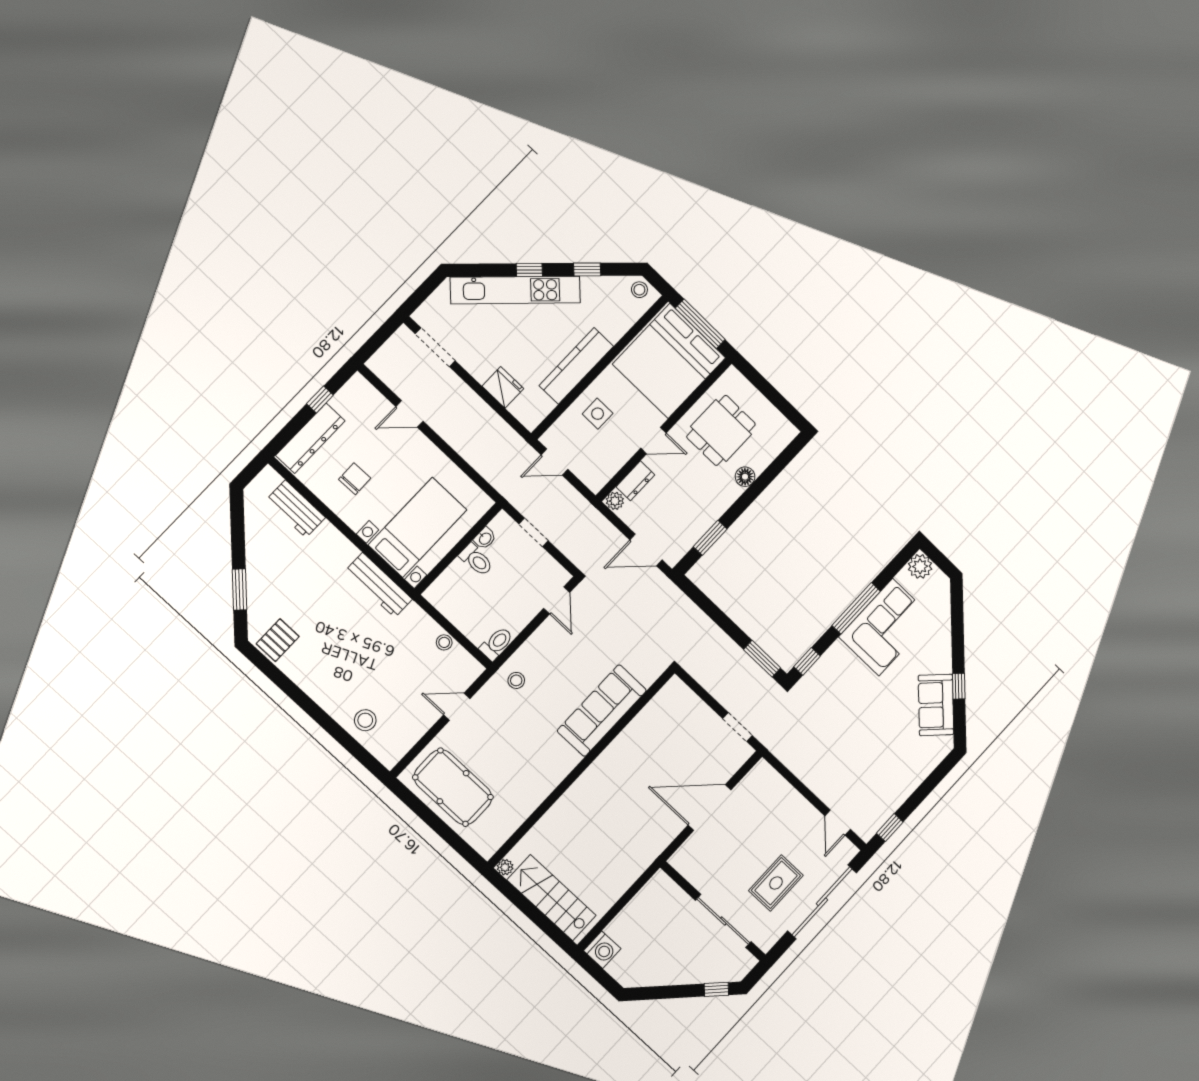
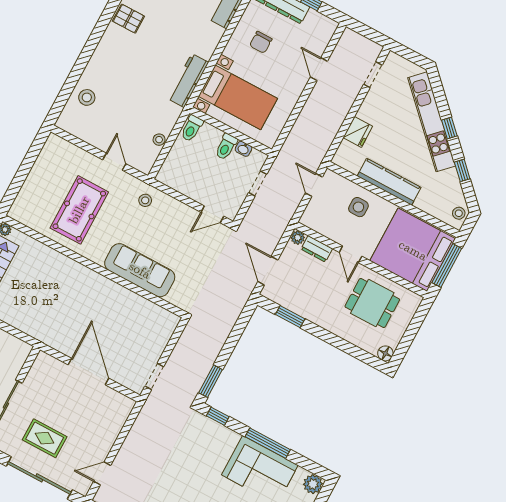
doorway: (435, 347) -> (373, 75), width x0.73
floor lamp: (745, 477) -> (385, 353), moved
chair: (355, 479) -> (261, 42), turned 91
toilet: (497, 644) -> (192, 128), moved, turned 90
pool table: (453, 787) -> (79, 210), moved

